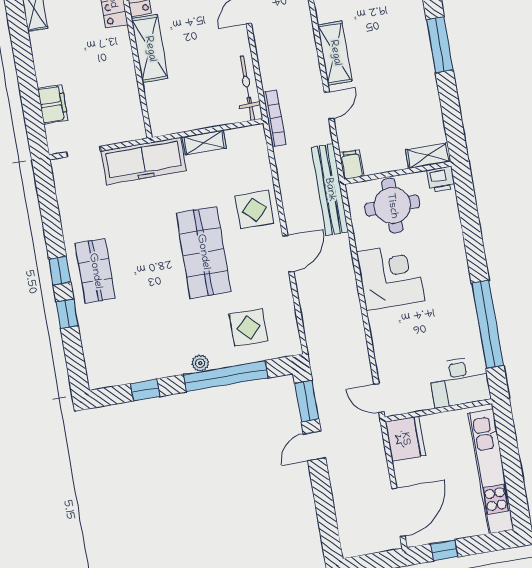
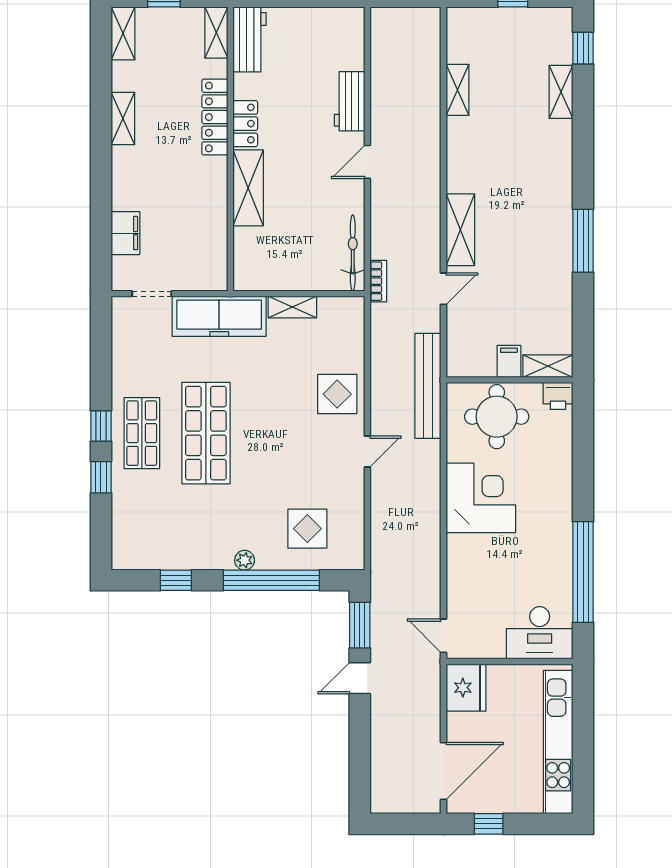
bookcase: (274, 118) -> (378, 281), width x0.64
filing cabinet: (352, 165) -> (509, 361), moved
shop shelf: (203, 252) -> (206, 433), moved
door: (288, 254) -> (367, 452), width x0.73

